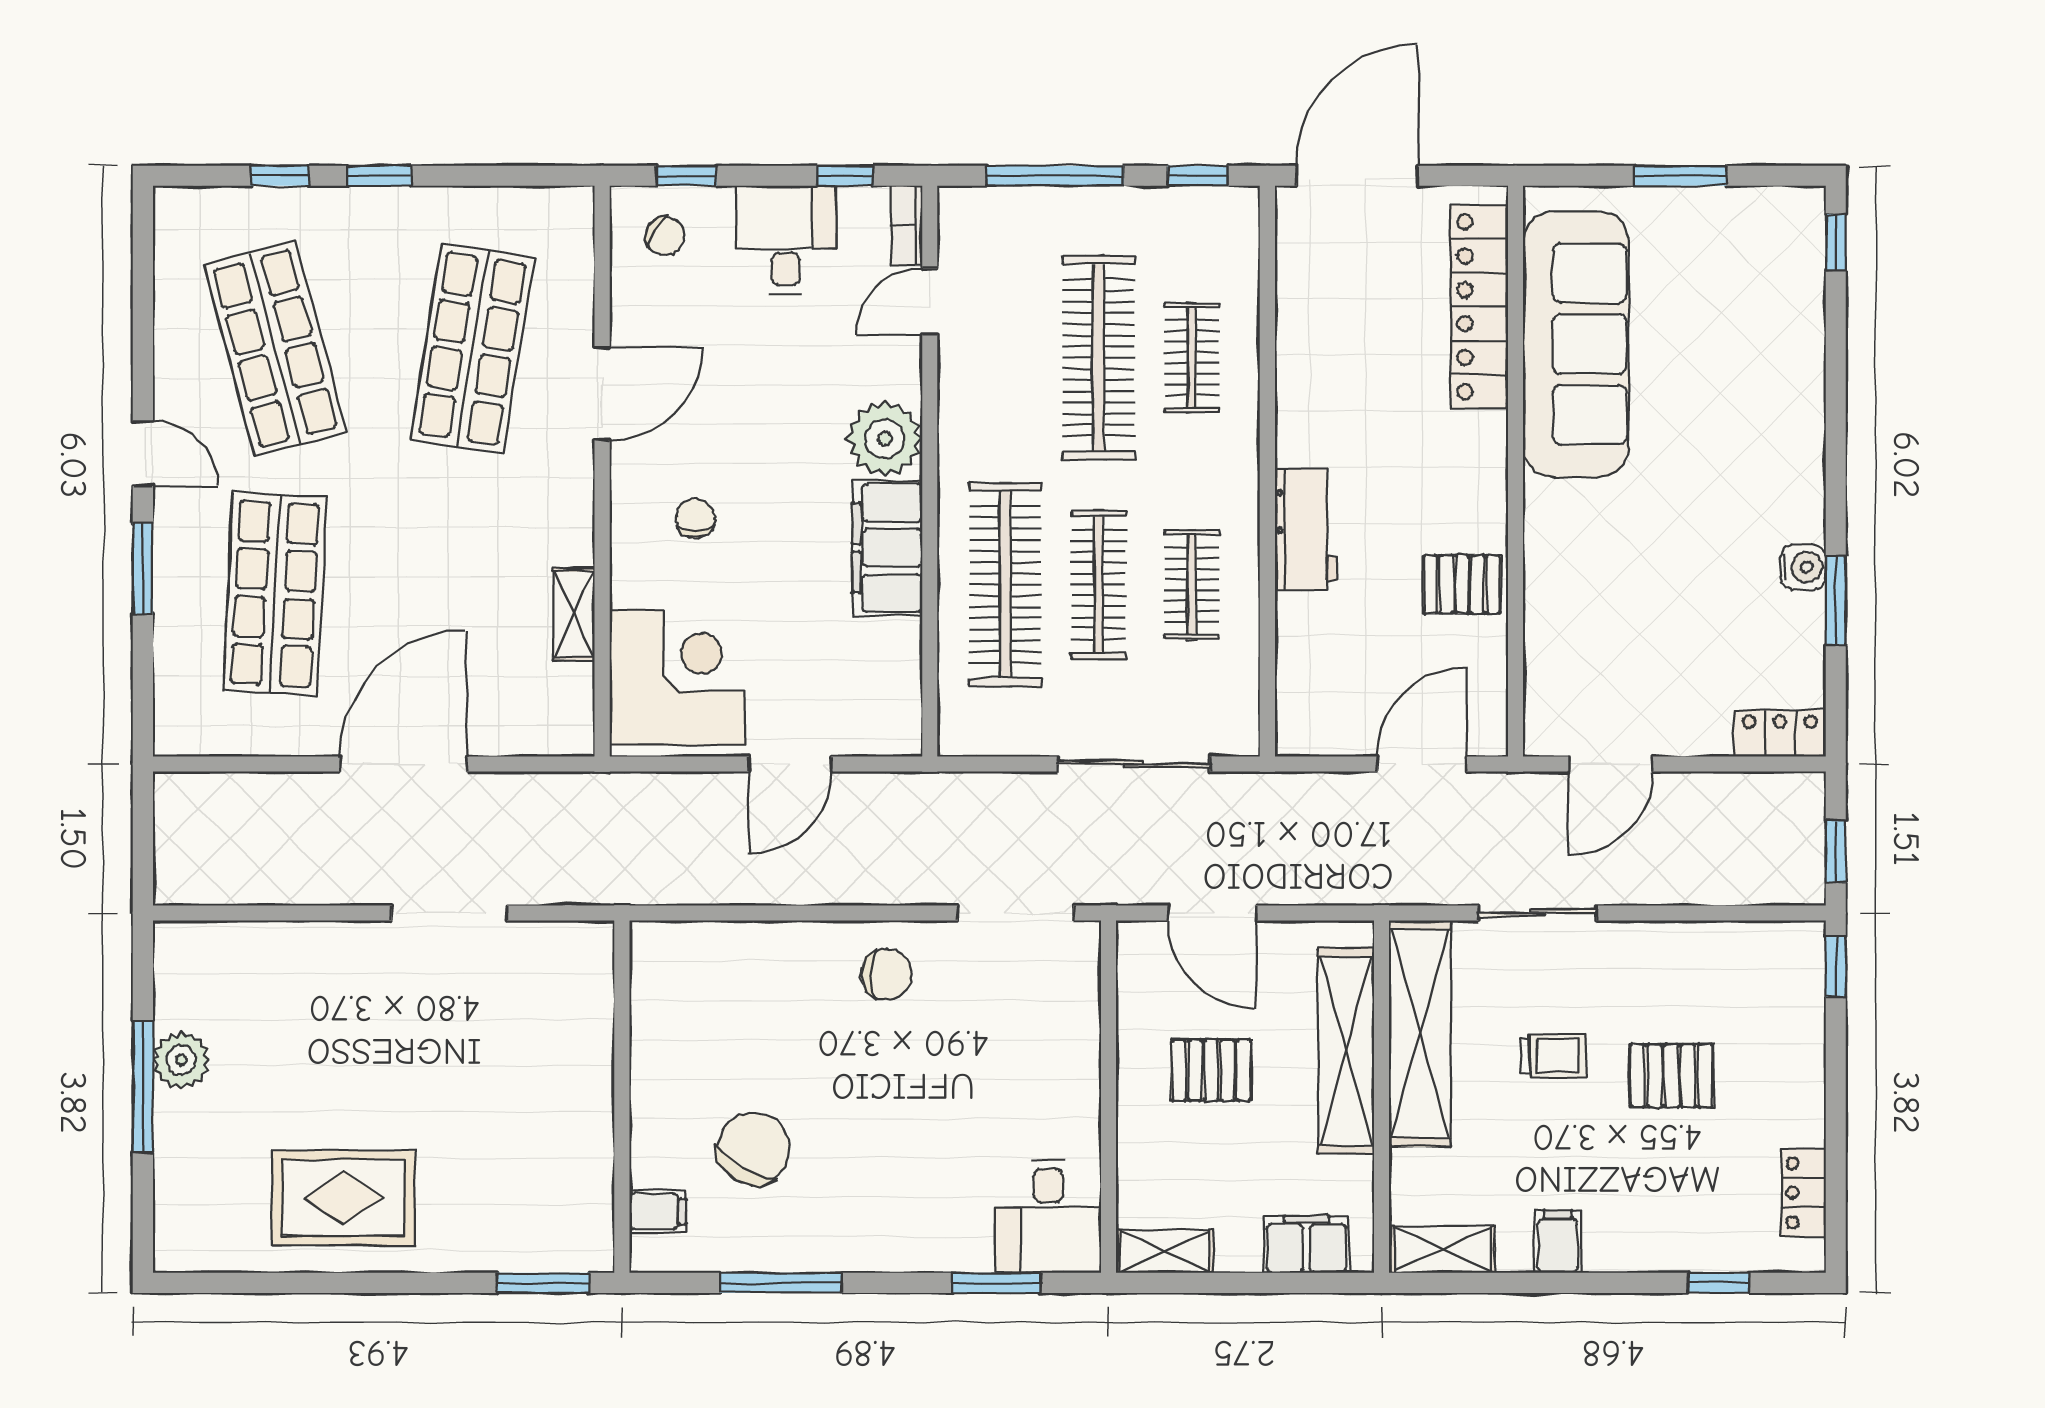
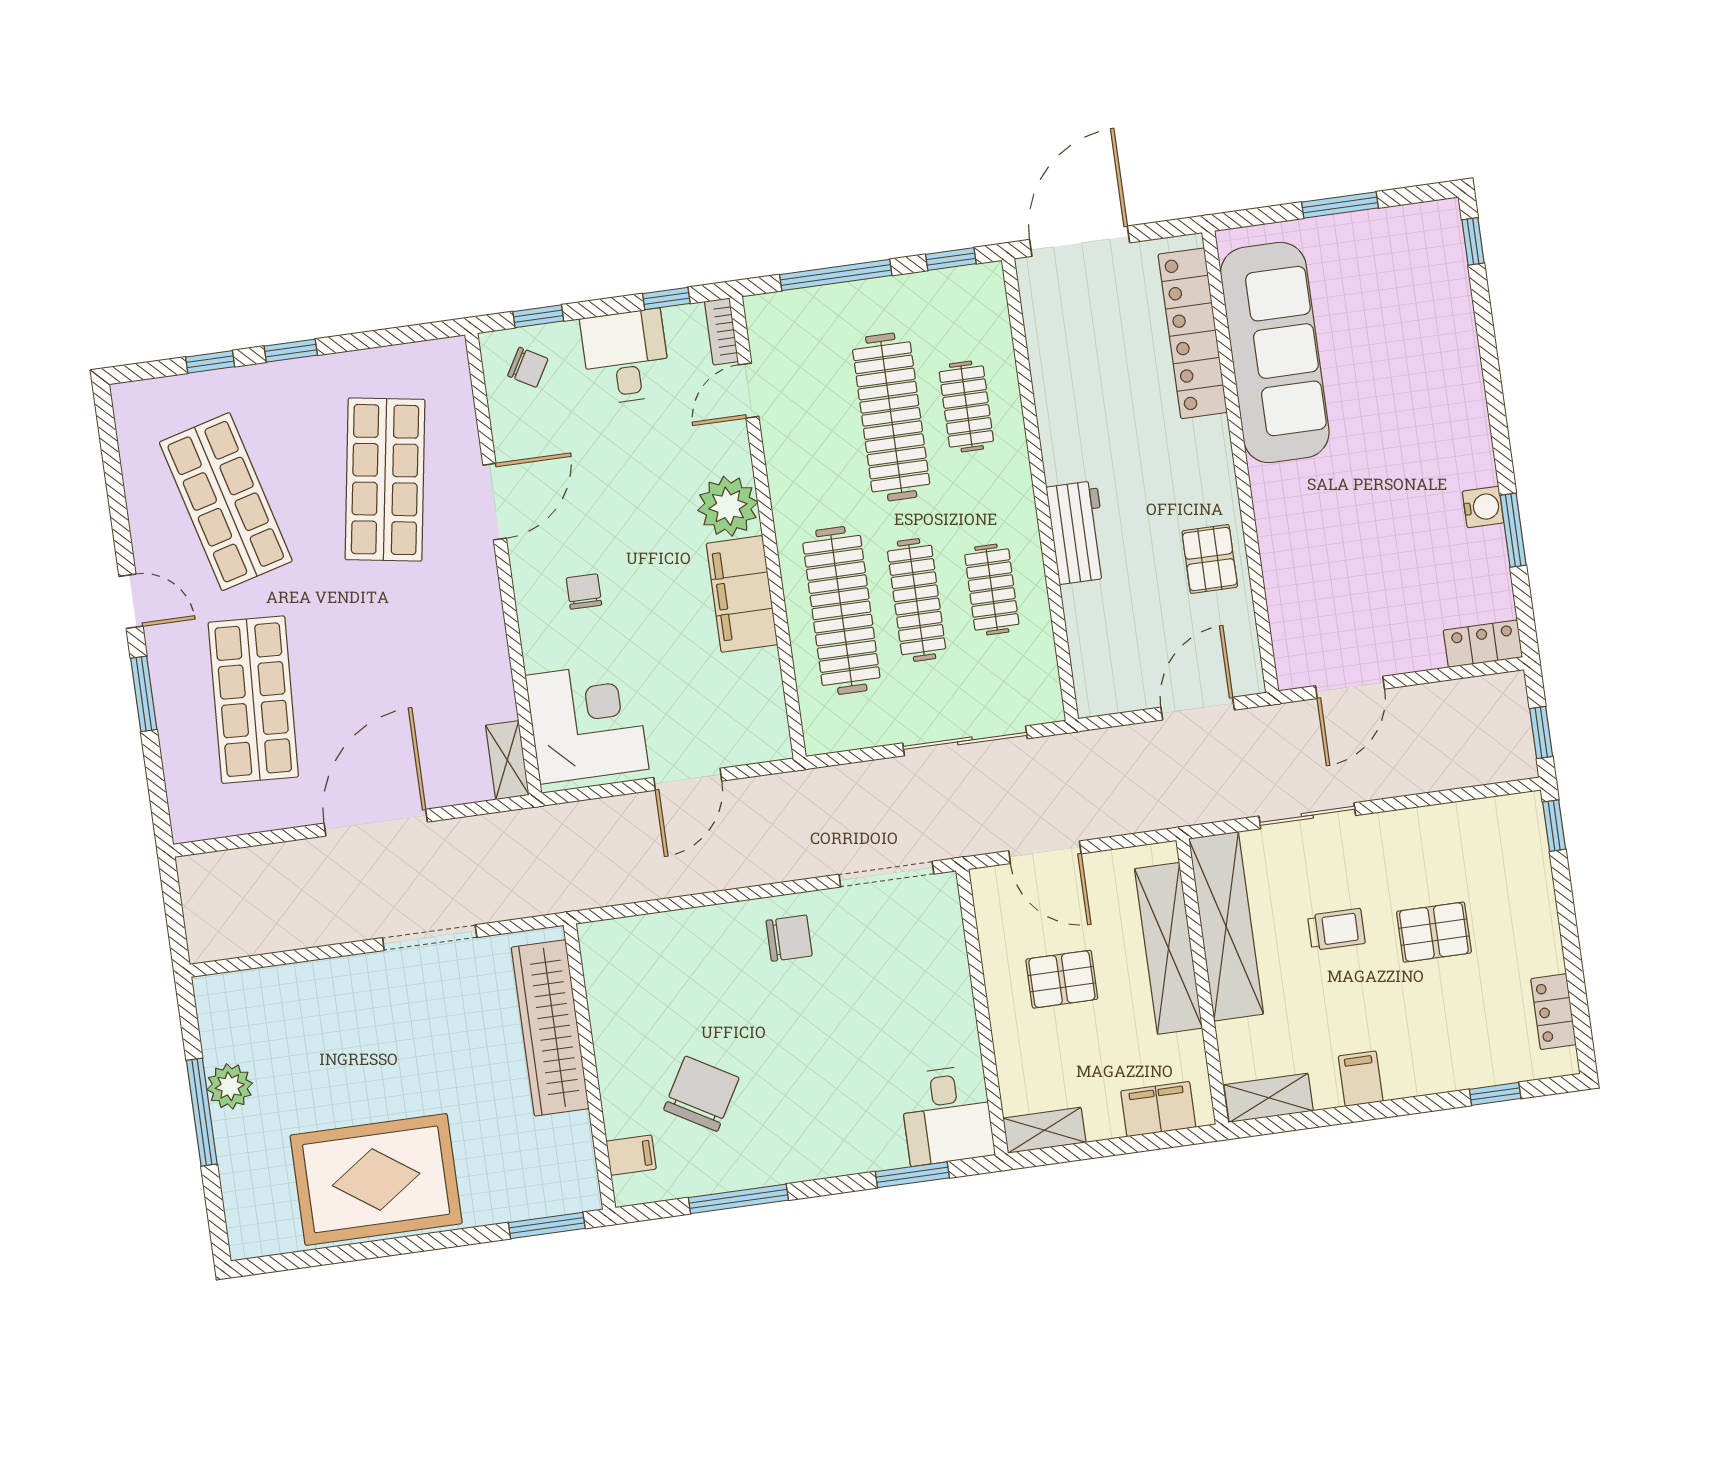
pallet: (1462, 584) -> (1210, 559), turned 90
shelving: (574, 614) -> (507, 760), moved
wardrobe: (581, 1043) -> (550, 1028), added
rug: (343, 1198) -> (376, 1179), width x1.37, depth x1.44

